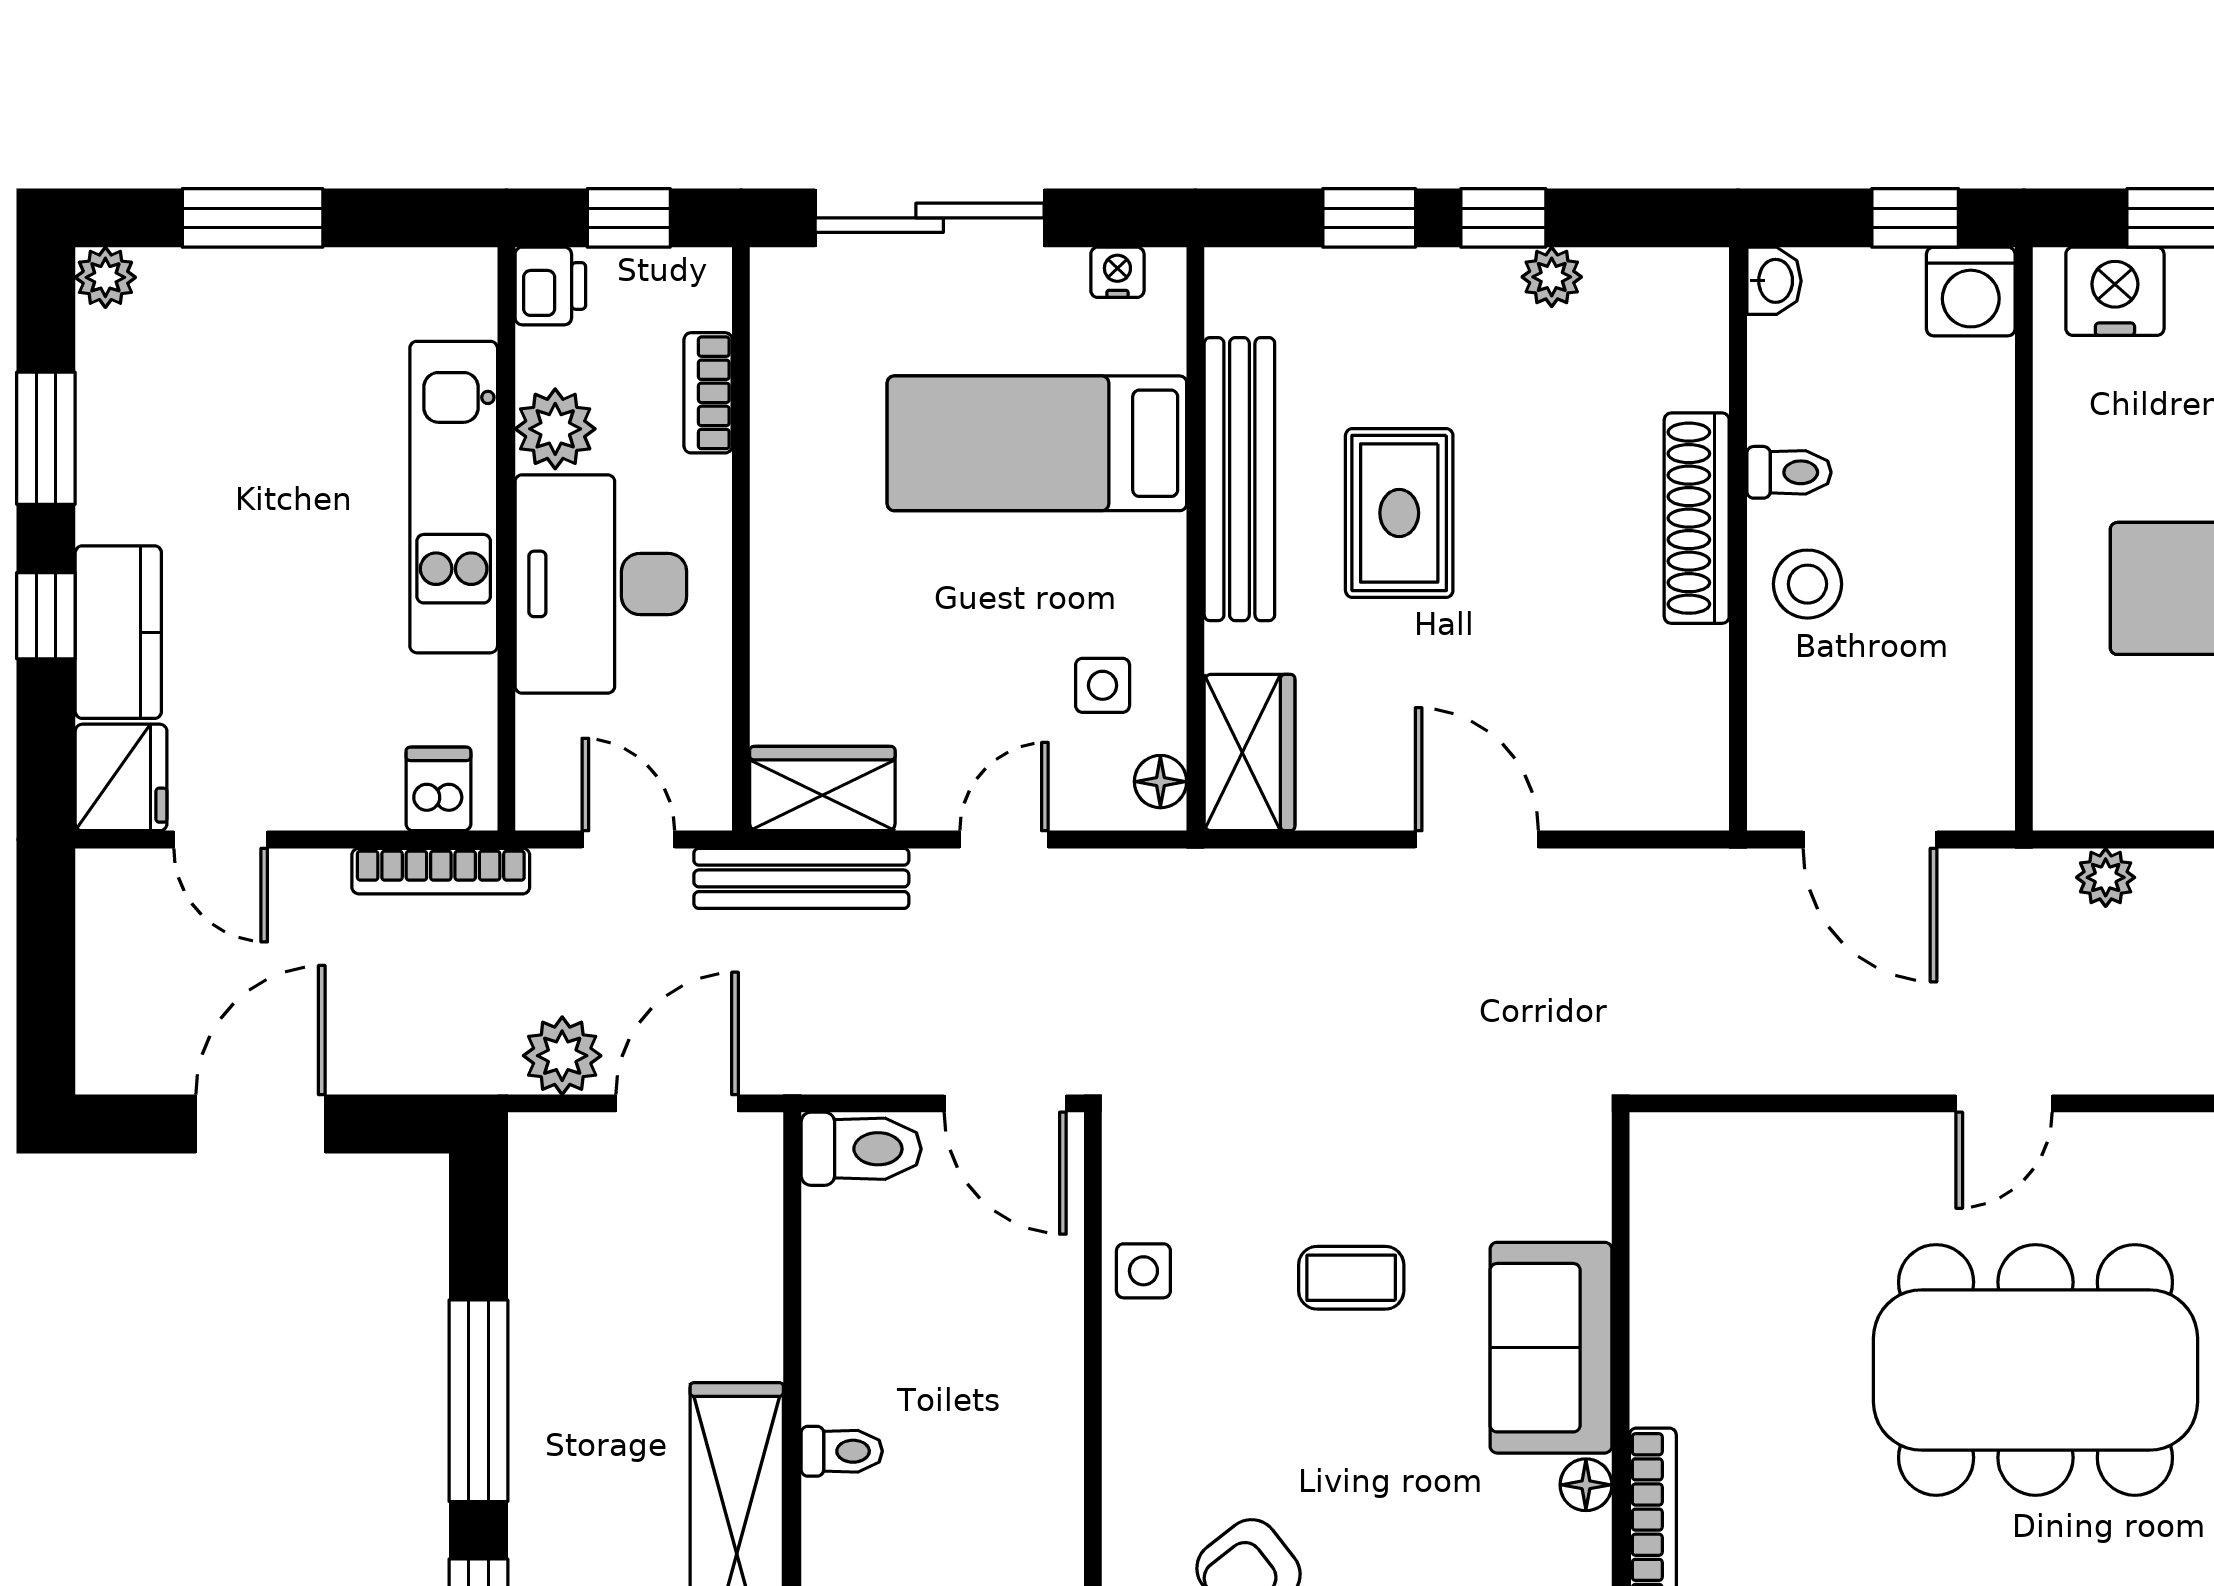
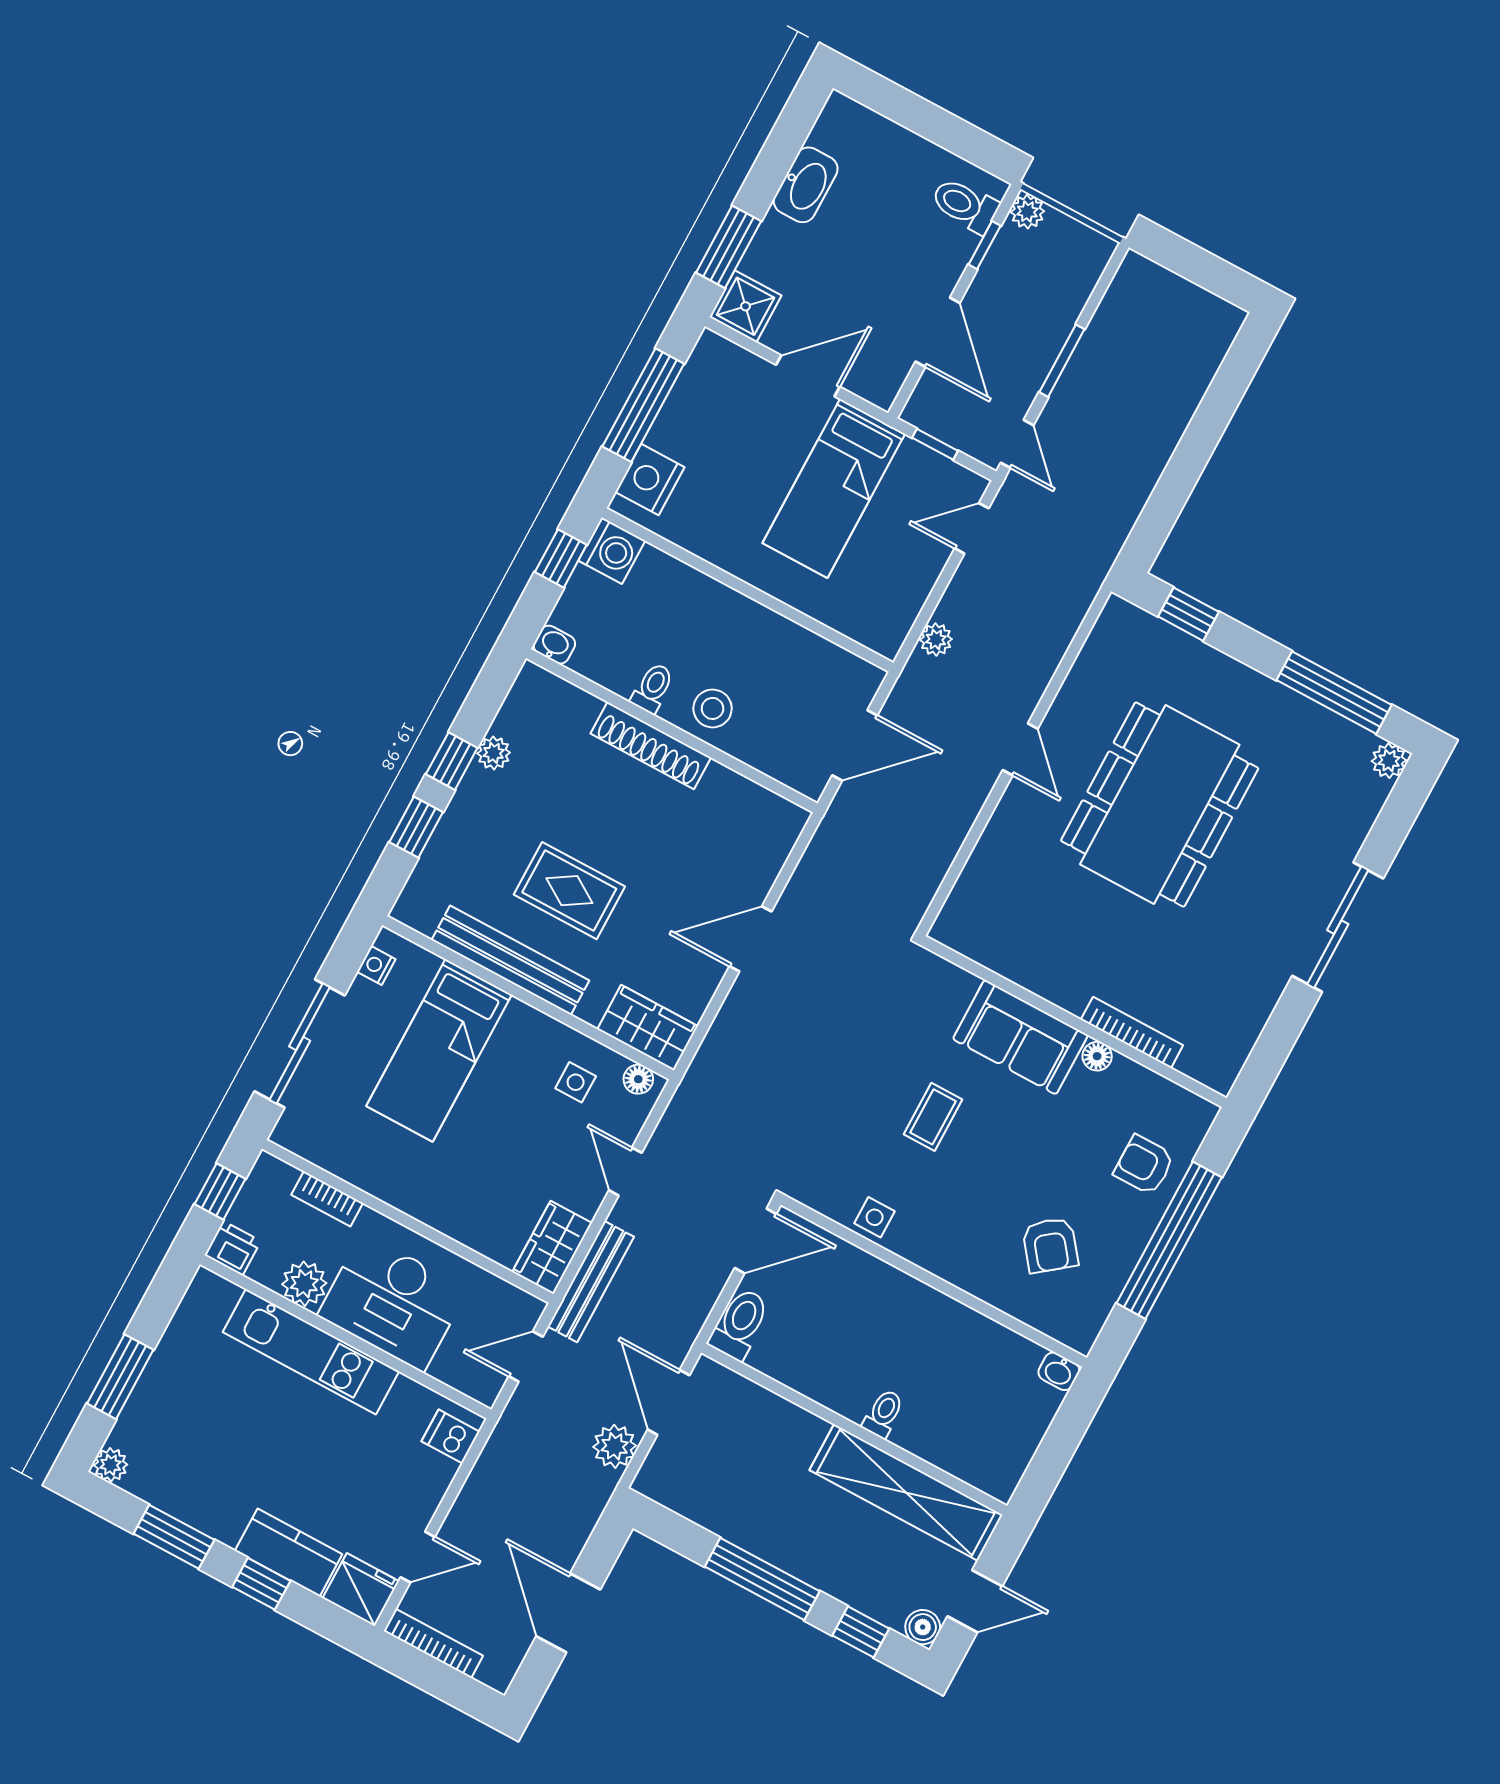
bookcase: (441, 871) -> (433, 1643), moved, turned -90

